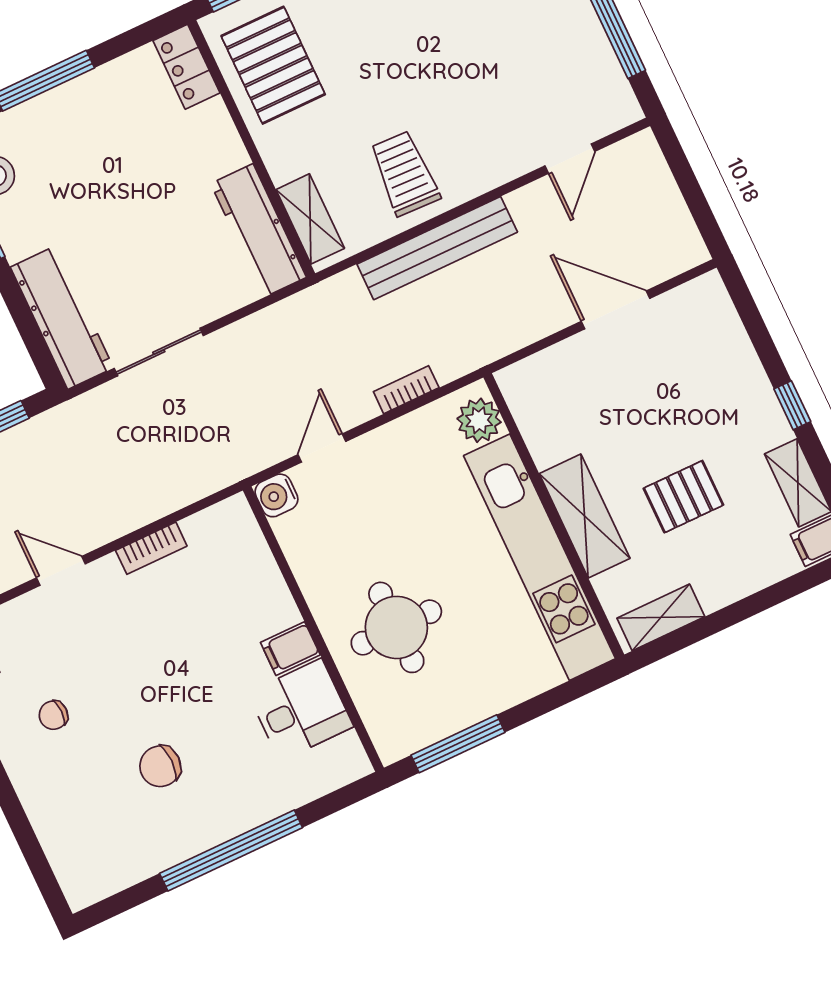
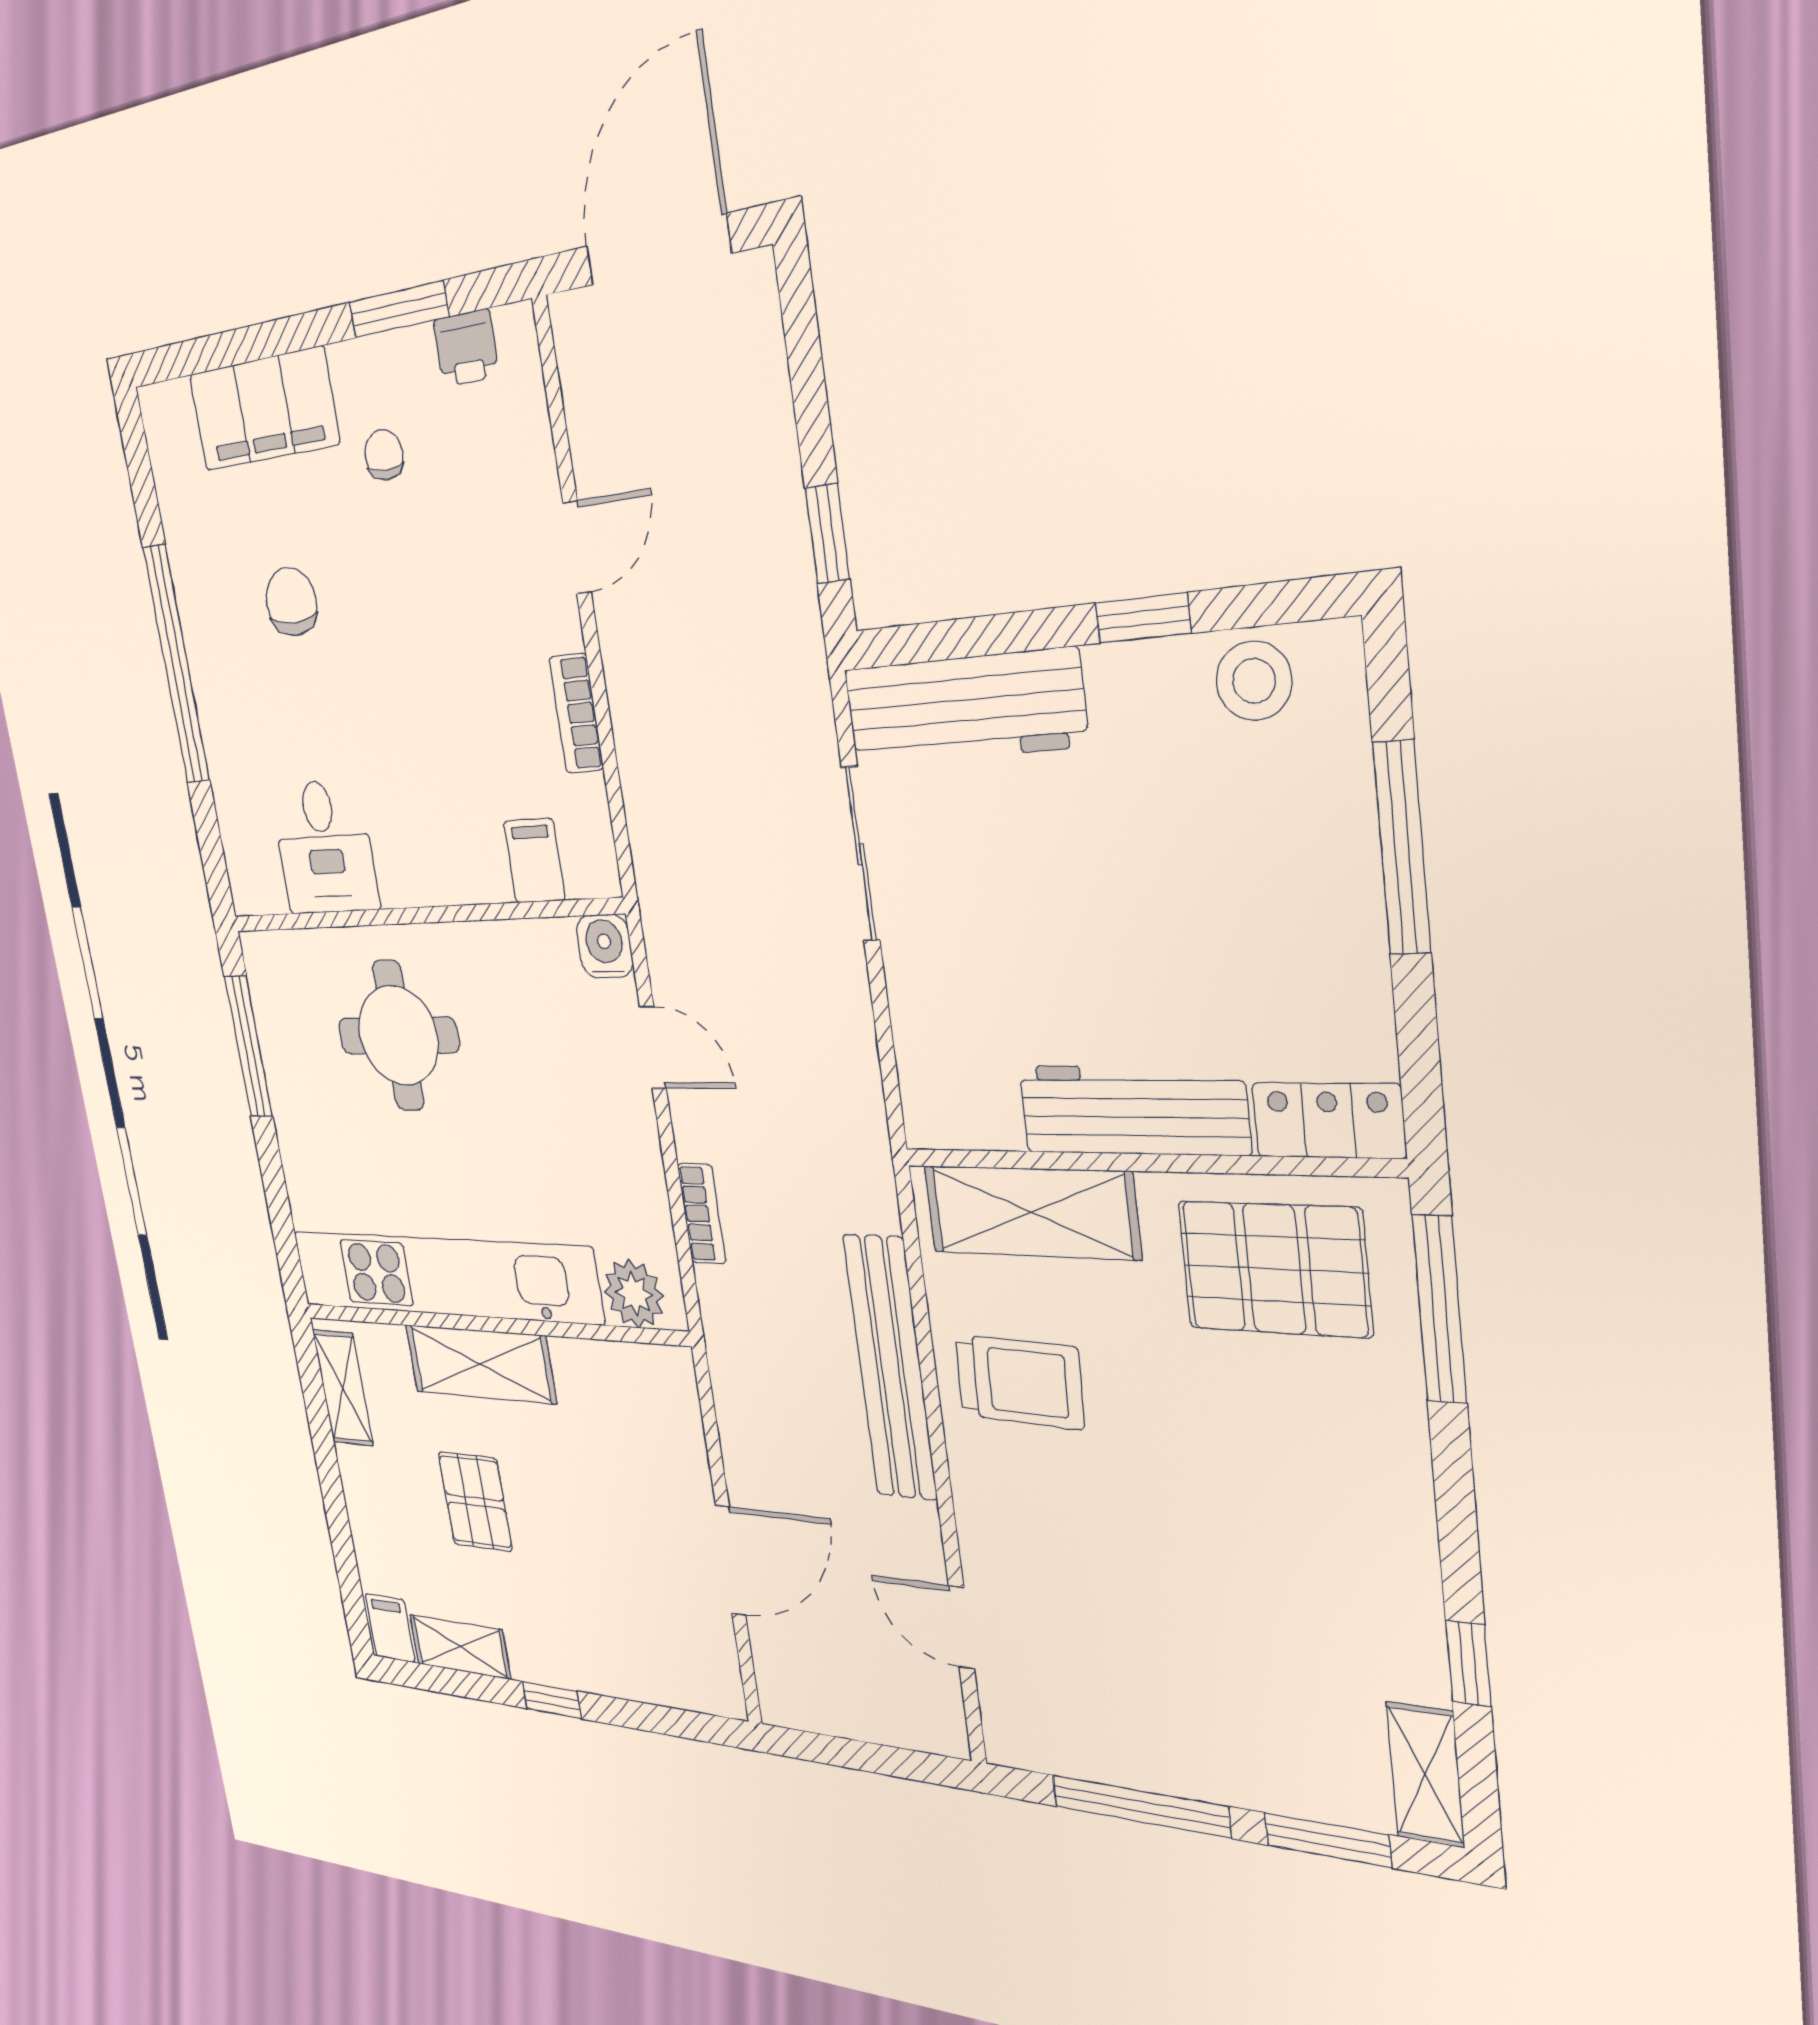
shelving: (310, 219) -> (1031, 1212), width x1.50, depth x1.33
workbench: (259, 230) -> (1133, 1110), moved
filing cabinet: (290, 649) -> (534, 861), moved
filing cabinet: (55, 810) -> (264, 409), added

